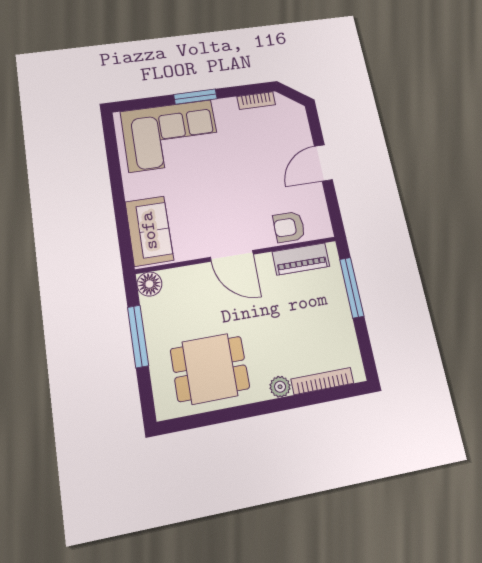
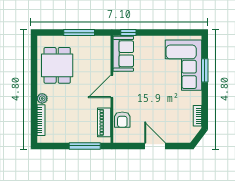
window: (195, 97) -> (205, 70), moved
armchair: (289, 227) -> (122, 120), turned 180
sofa: (149, 231) -> (123, 54), moved, turned -90
window: (125, 242) -> (128, 33), added
floor lamp: (149, 284) -> (104, 42), removed

